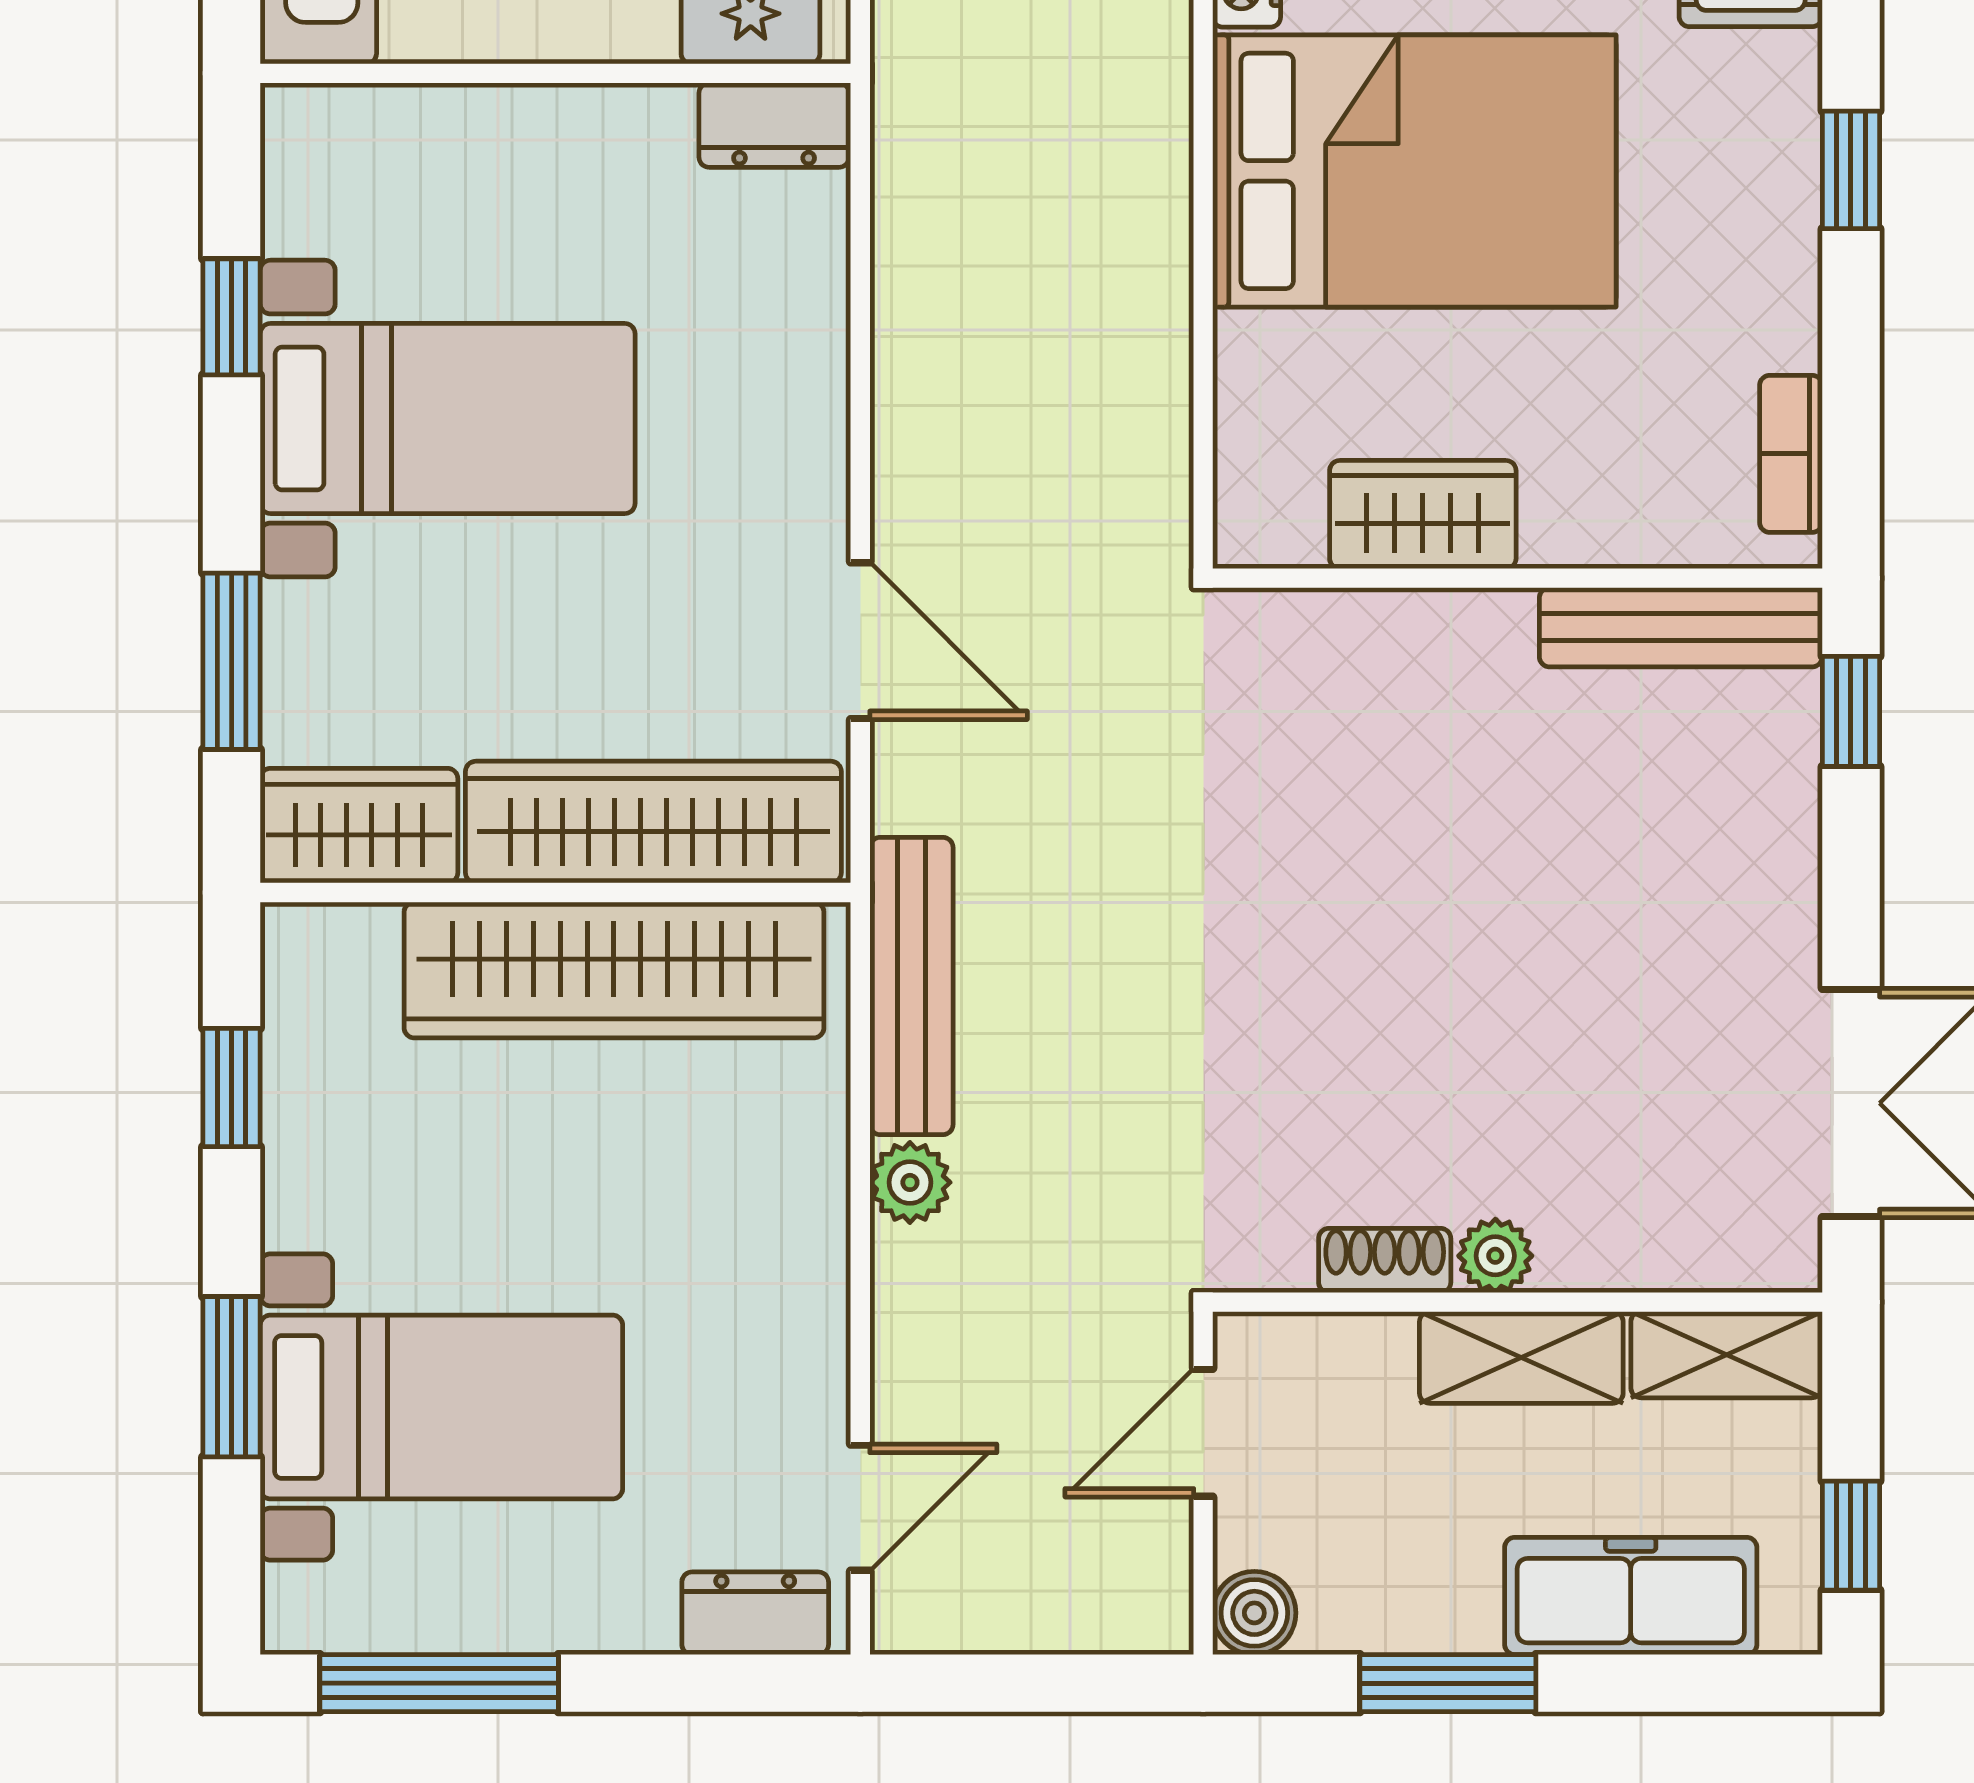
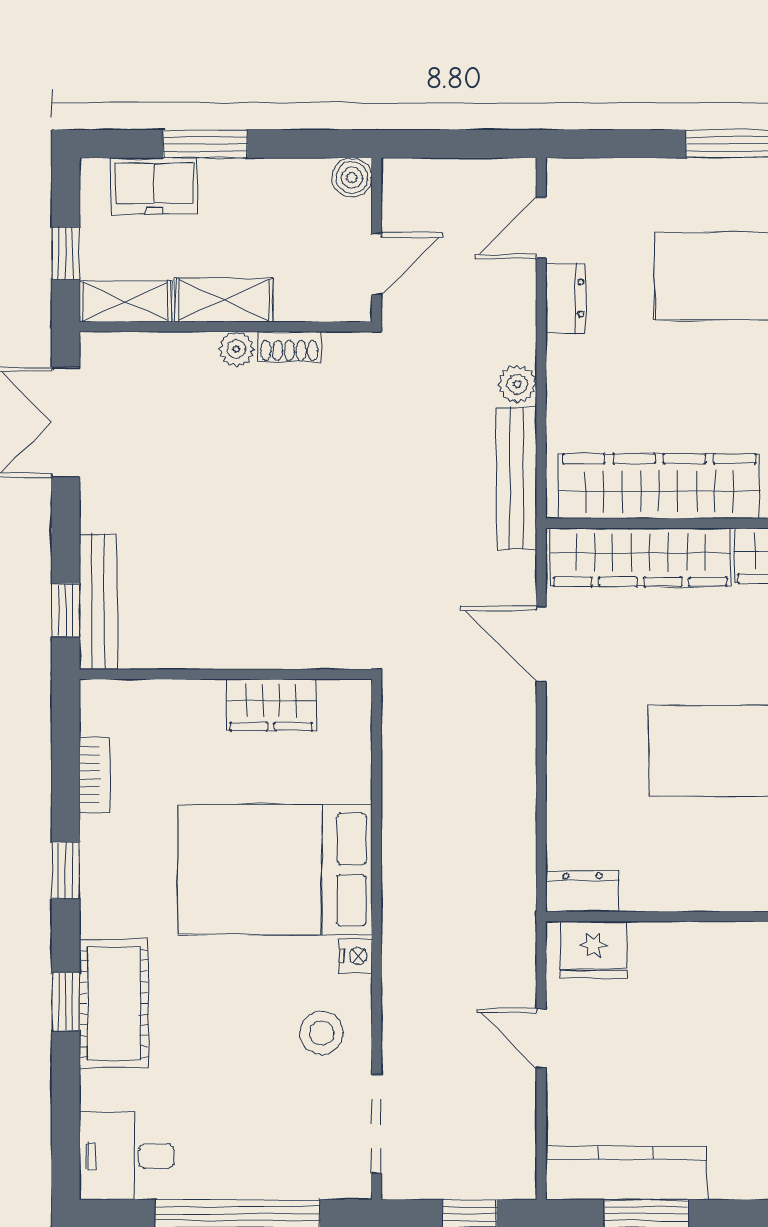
bookcase: (1791, 454) -> (94, 775), moved
bench: (1681, 627) -> (98, 602), moved, turned 90
window: (1851, 1536) -> (66, 253), moved
freezer: (1631, 1596) -> (154, 186), width x0.71
dresser: (755, 1613) -> (565, 298), moved, turned -90
window: (1448, 1683) -> (205, 144), moved

